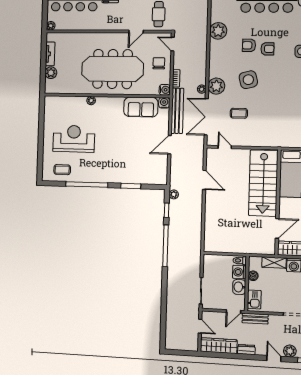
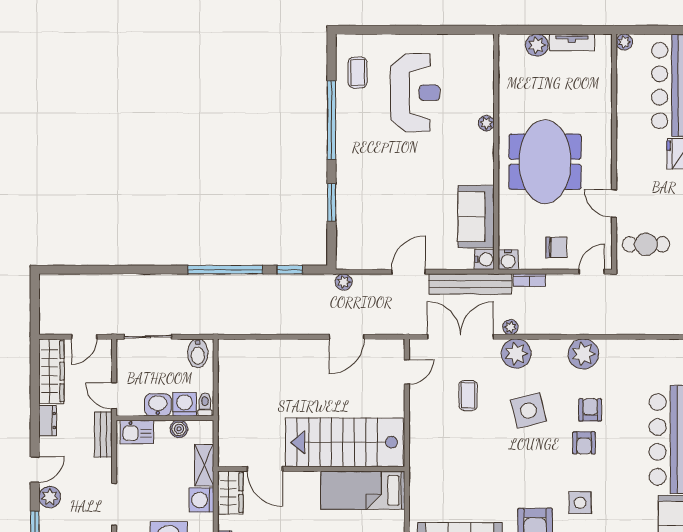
plant: (218, 31) -> (583, 354), moved
meeting table: (113, 69) -> (545, 162), width x0.73
door: (170, 145) -> (409, 272), hinge flipped
plant: (174, 194) -> (344, 282), moved
bidet: (211, 263) -> (198, 353), added

